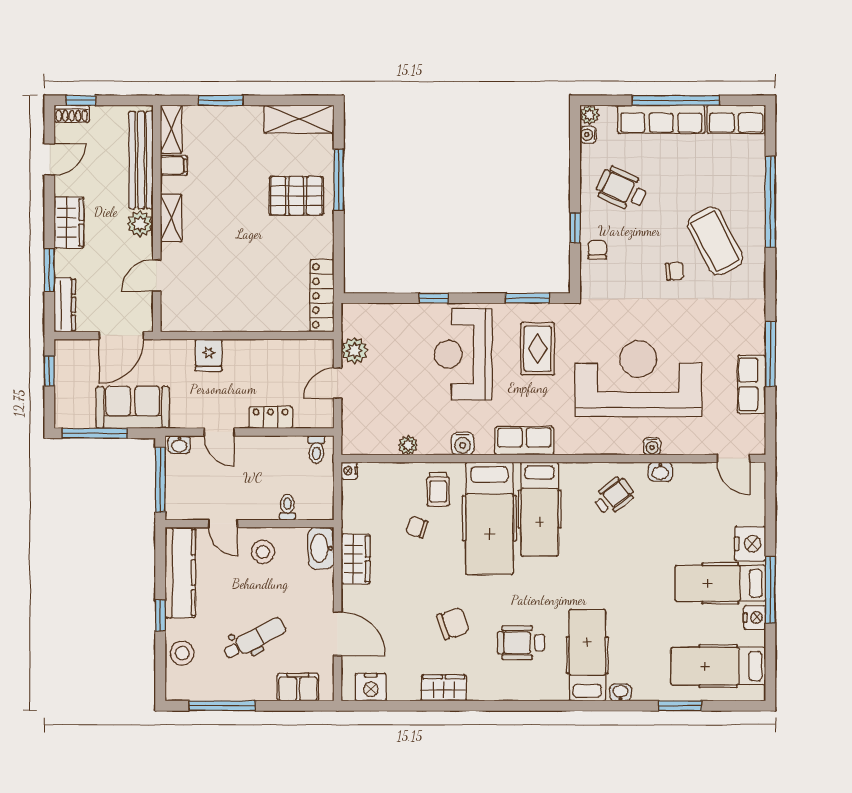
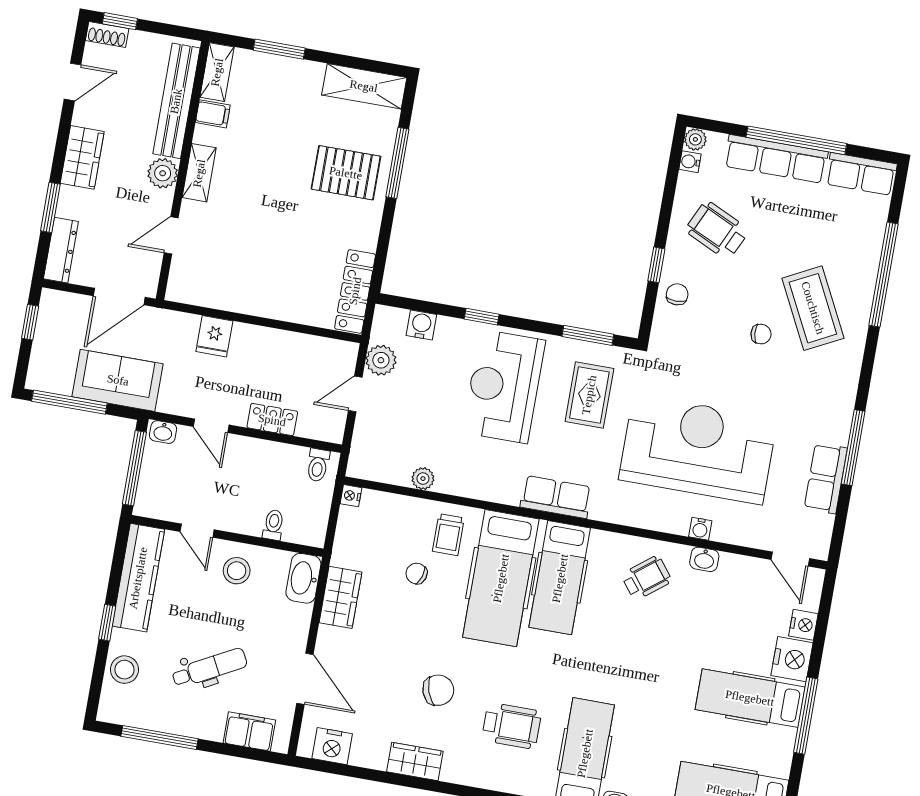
water cooler: (463, 444) -> (421, 325), moved, turned 180
nightstand: (755, 618) -> (803, 625), moved
wheelchair: (521, 643) -> (512, 726), turned 180

